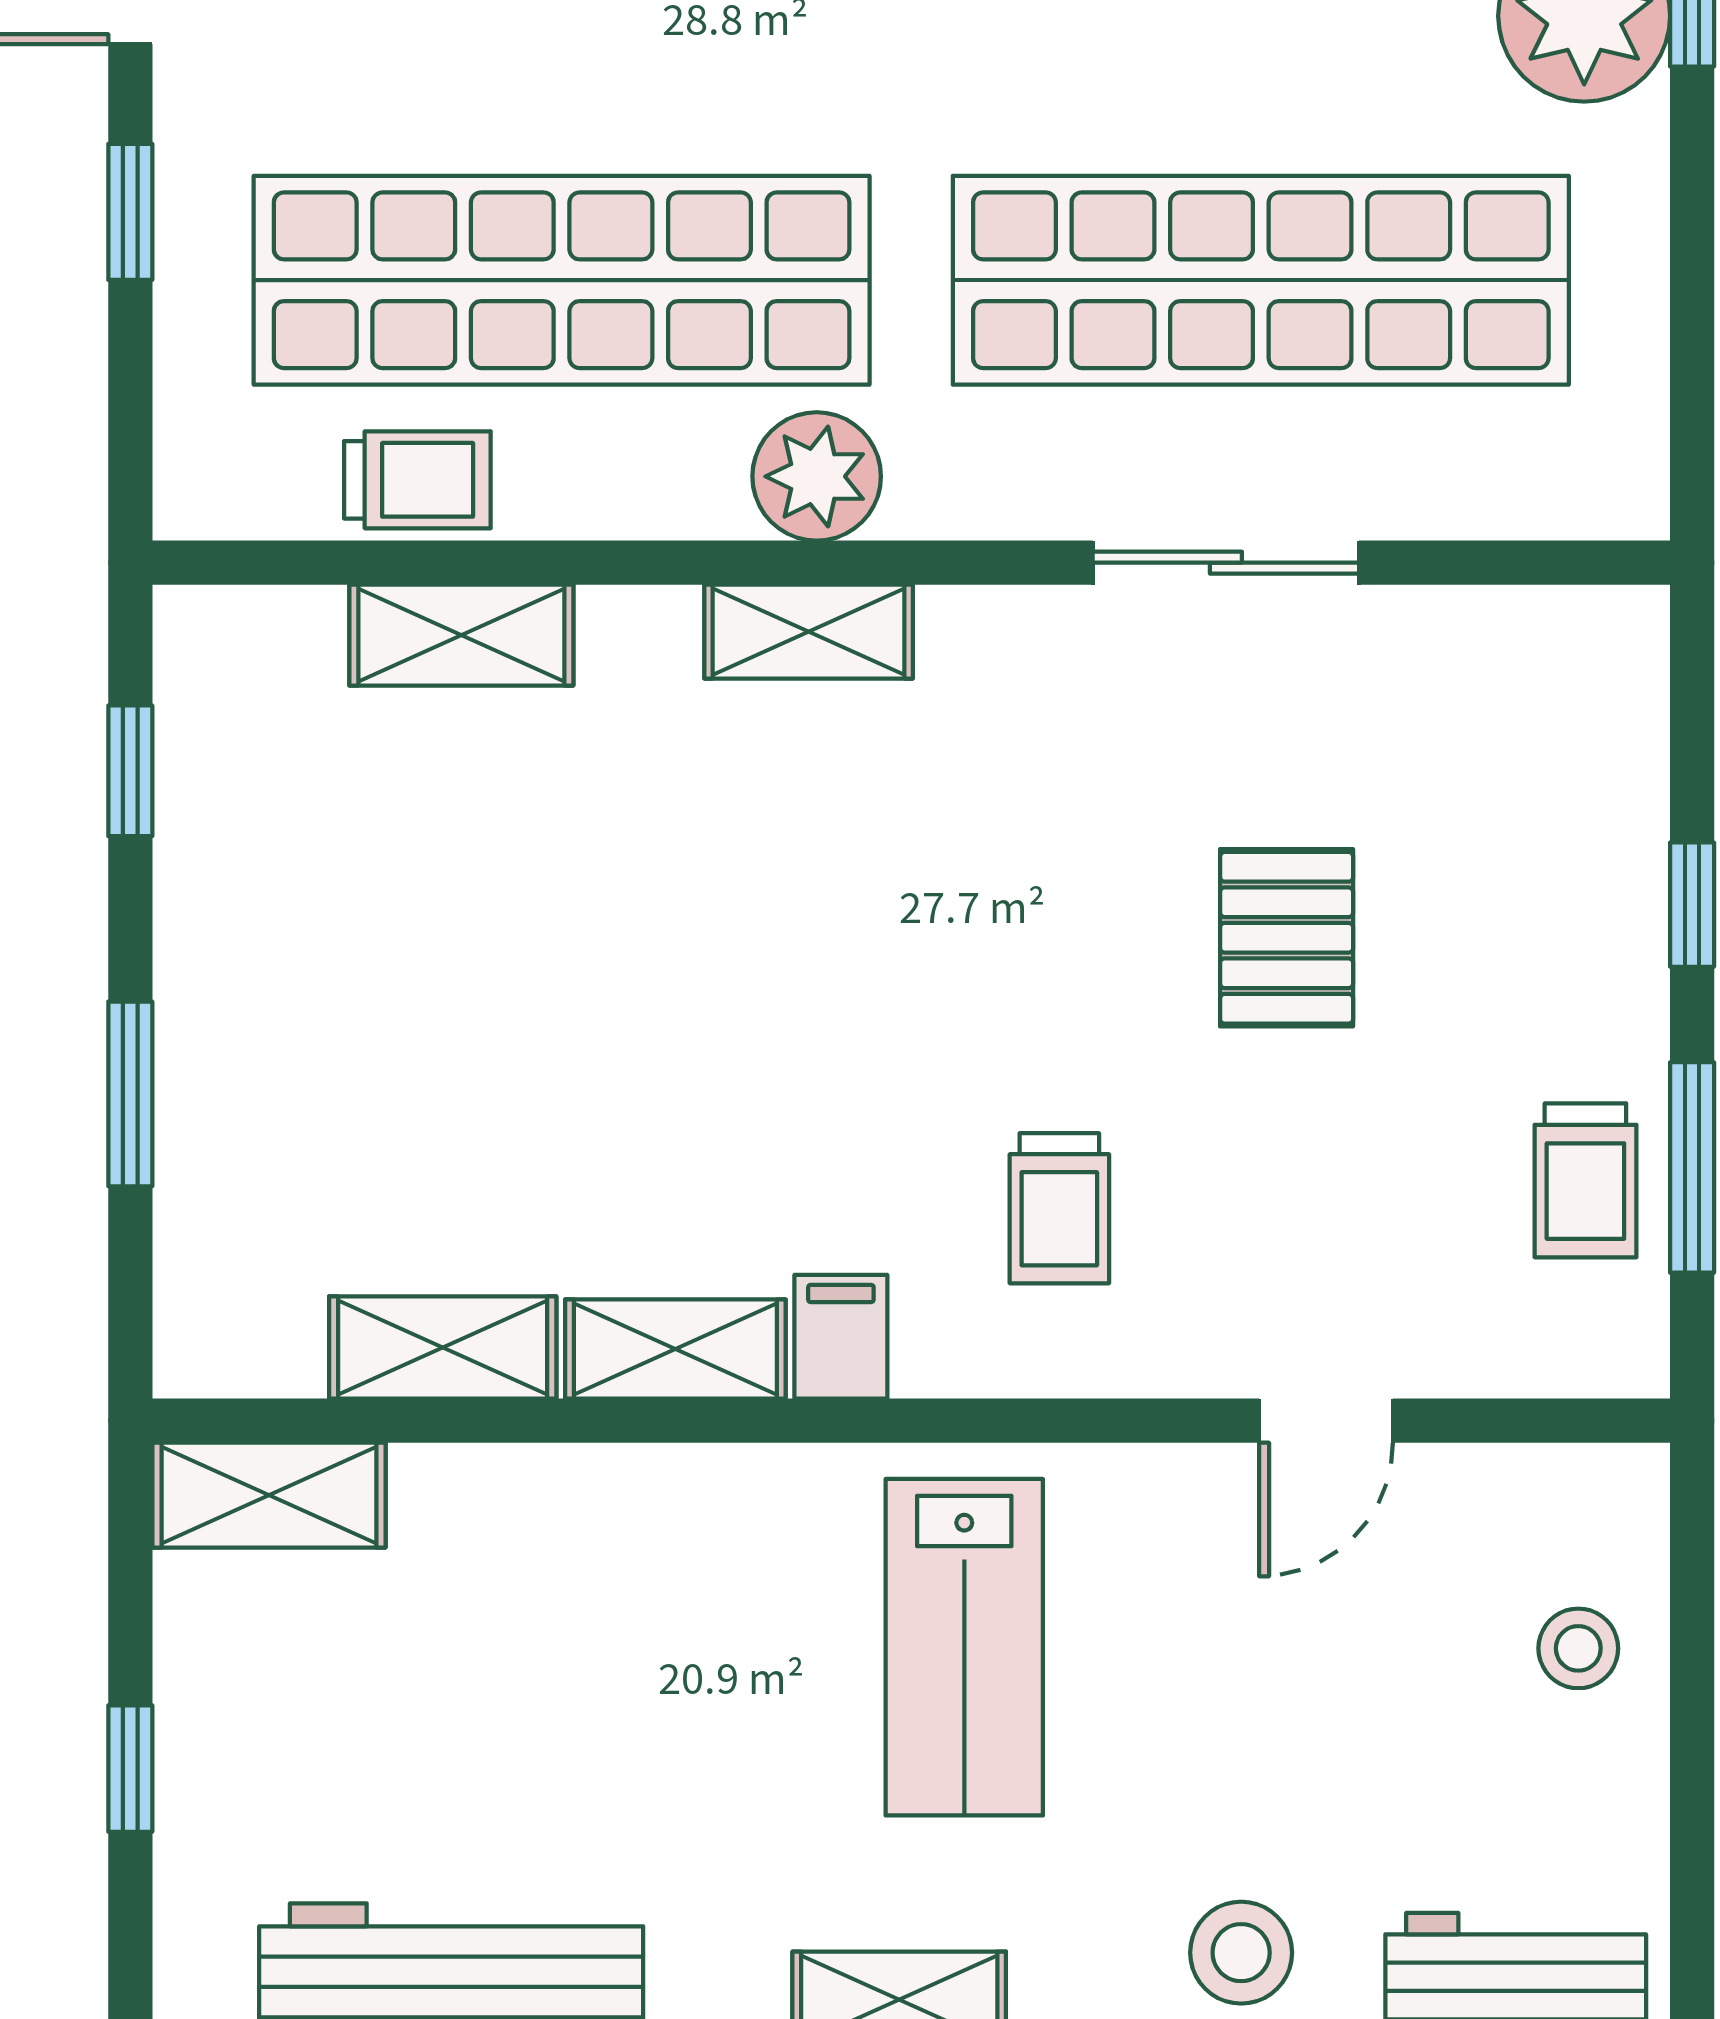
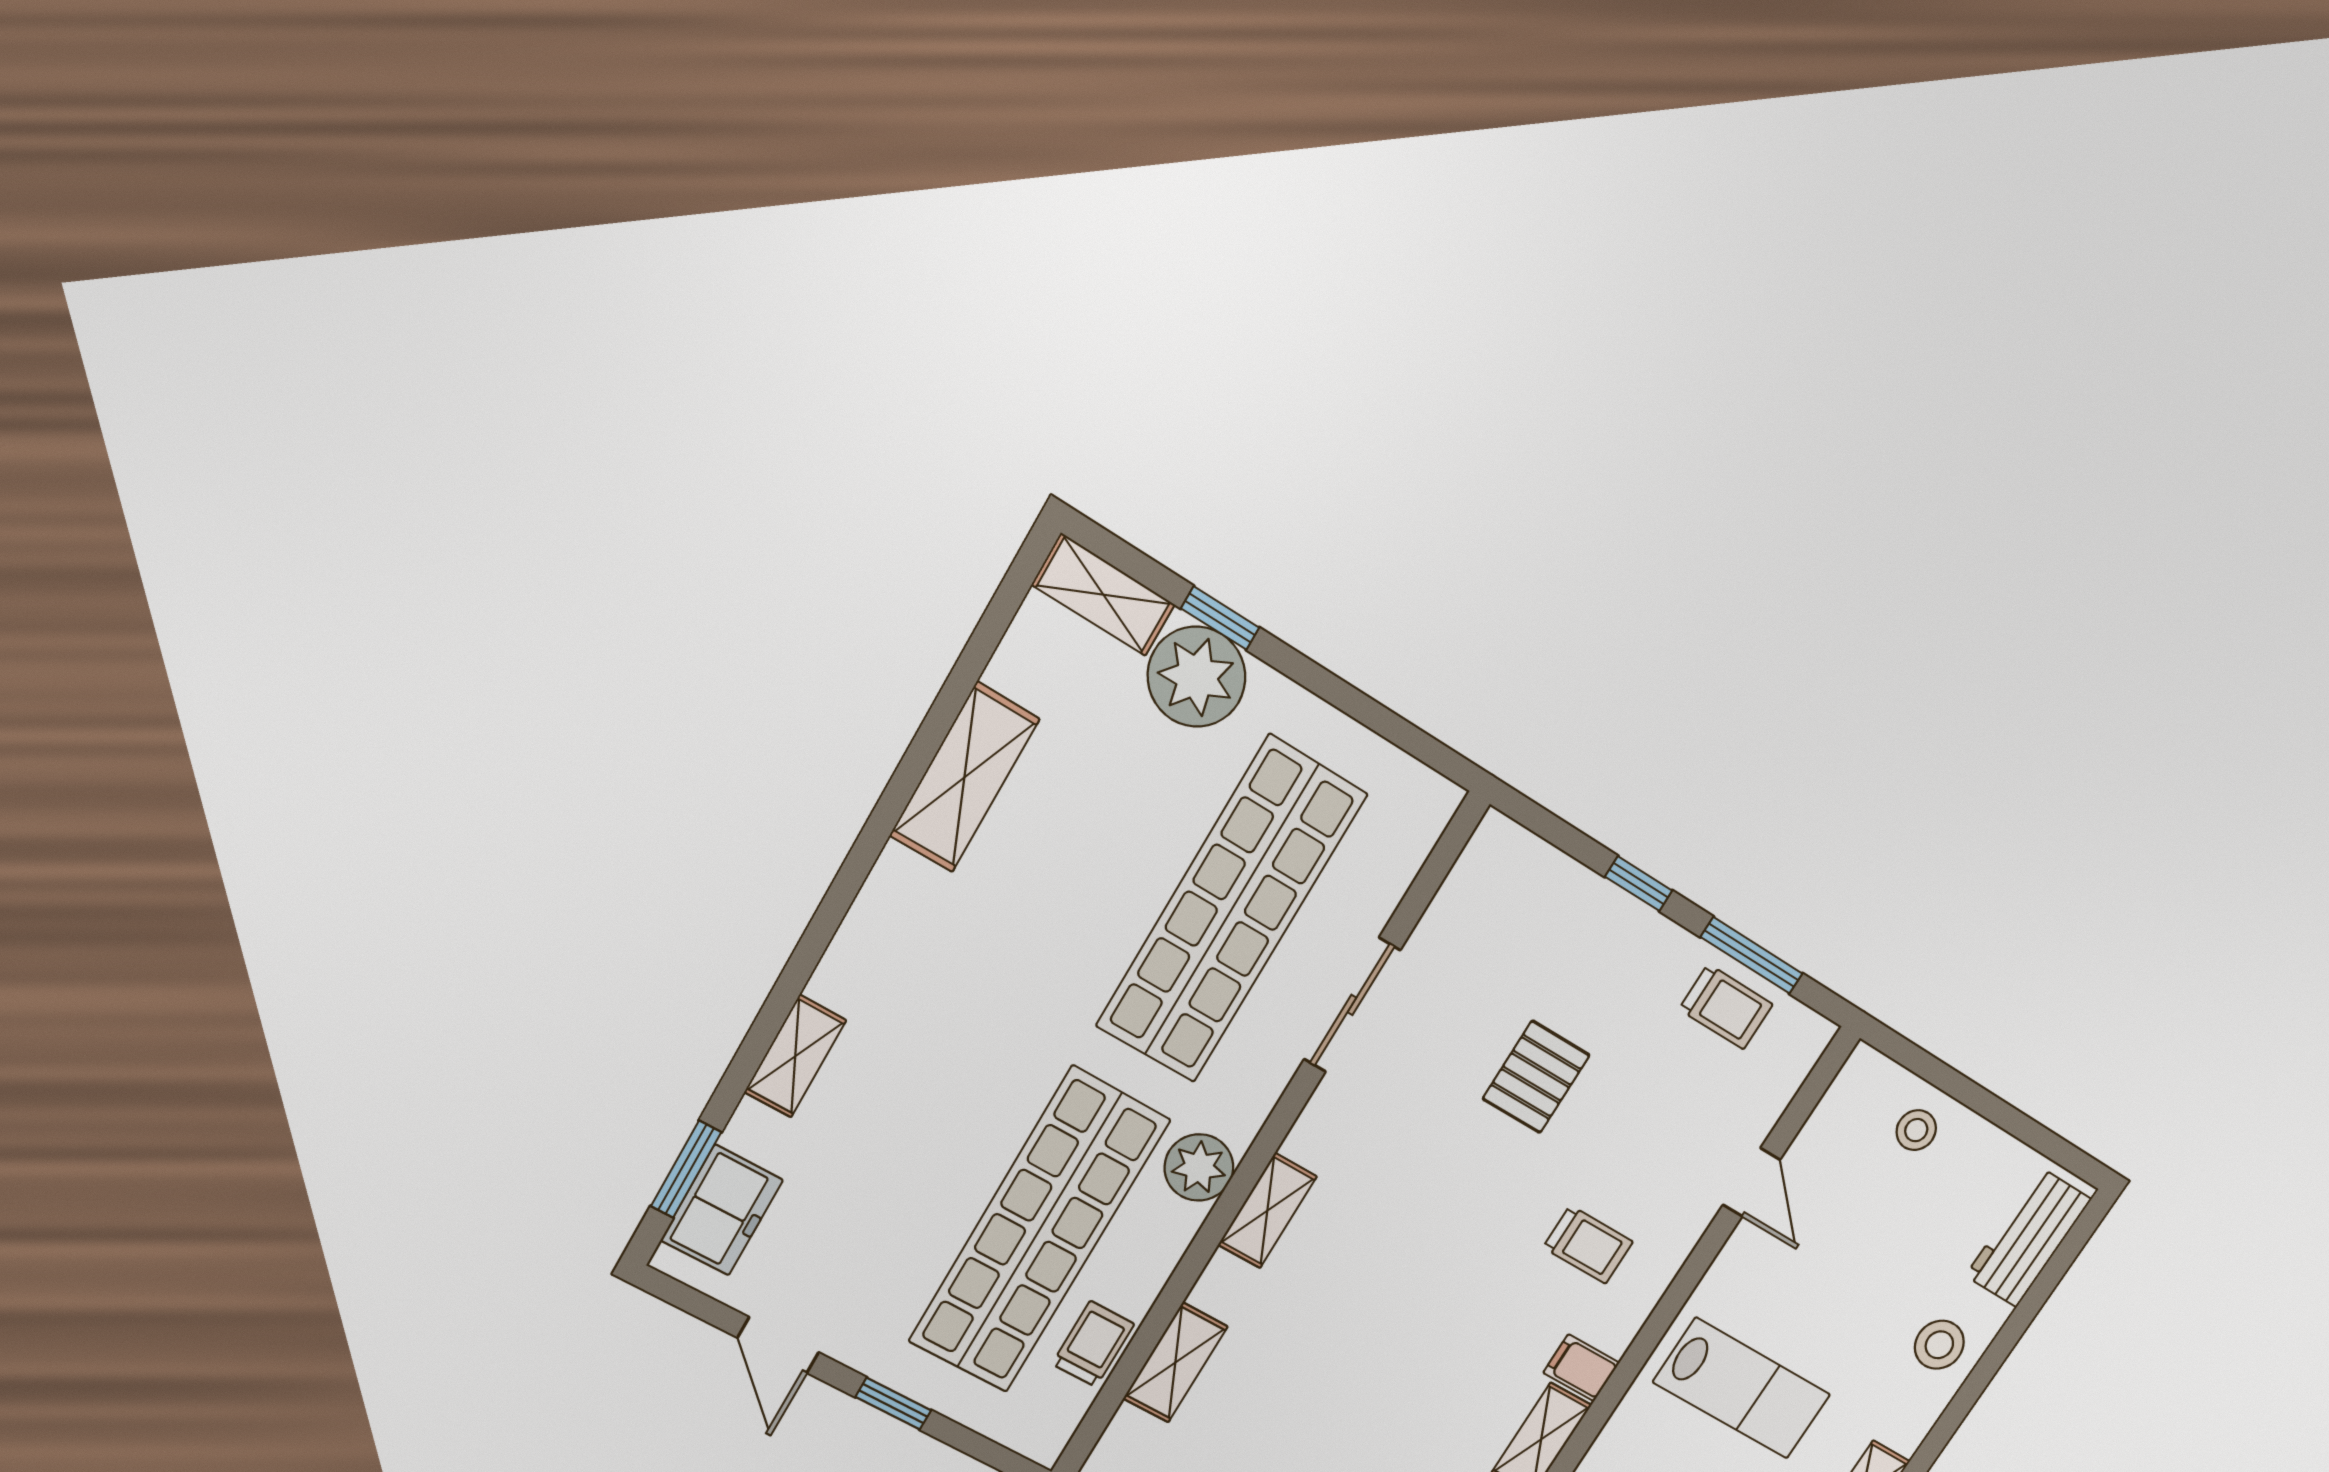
pallet: (1287, 938) -> (1536, 1077), turned 90

